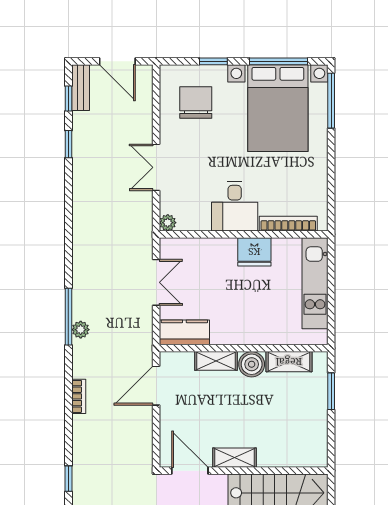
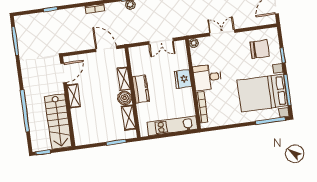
fridge: (254, 252) -> (183, 79), moved
kitchen counter: (184, 332) -> (141, 89), moved

